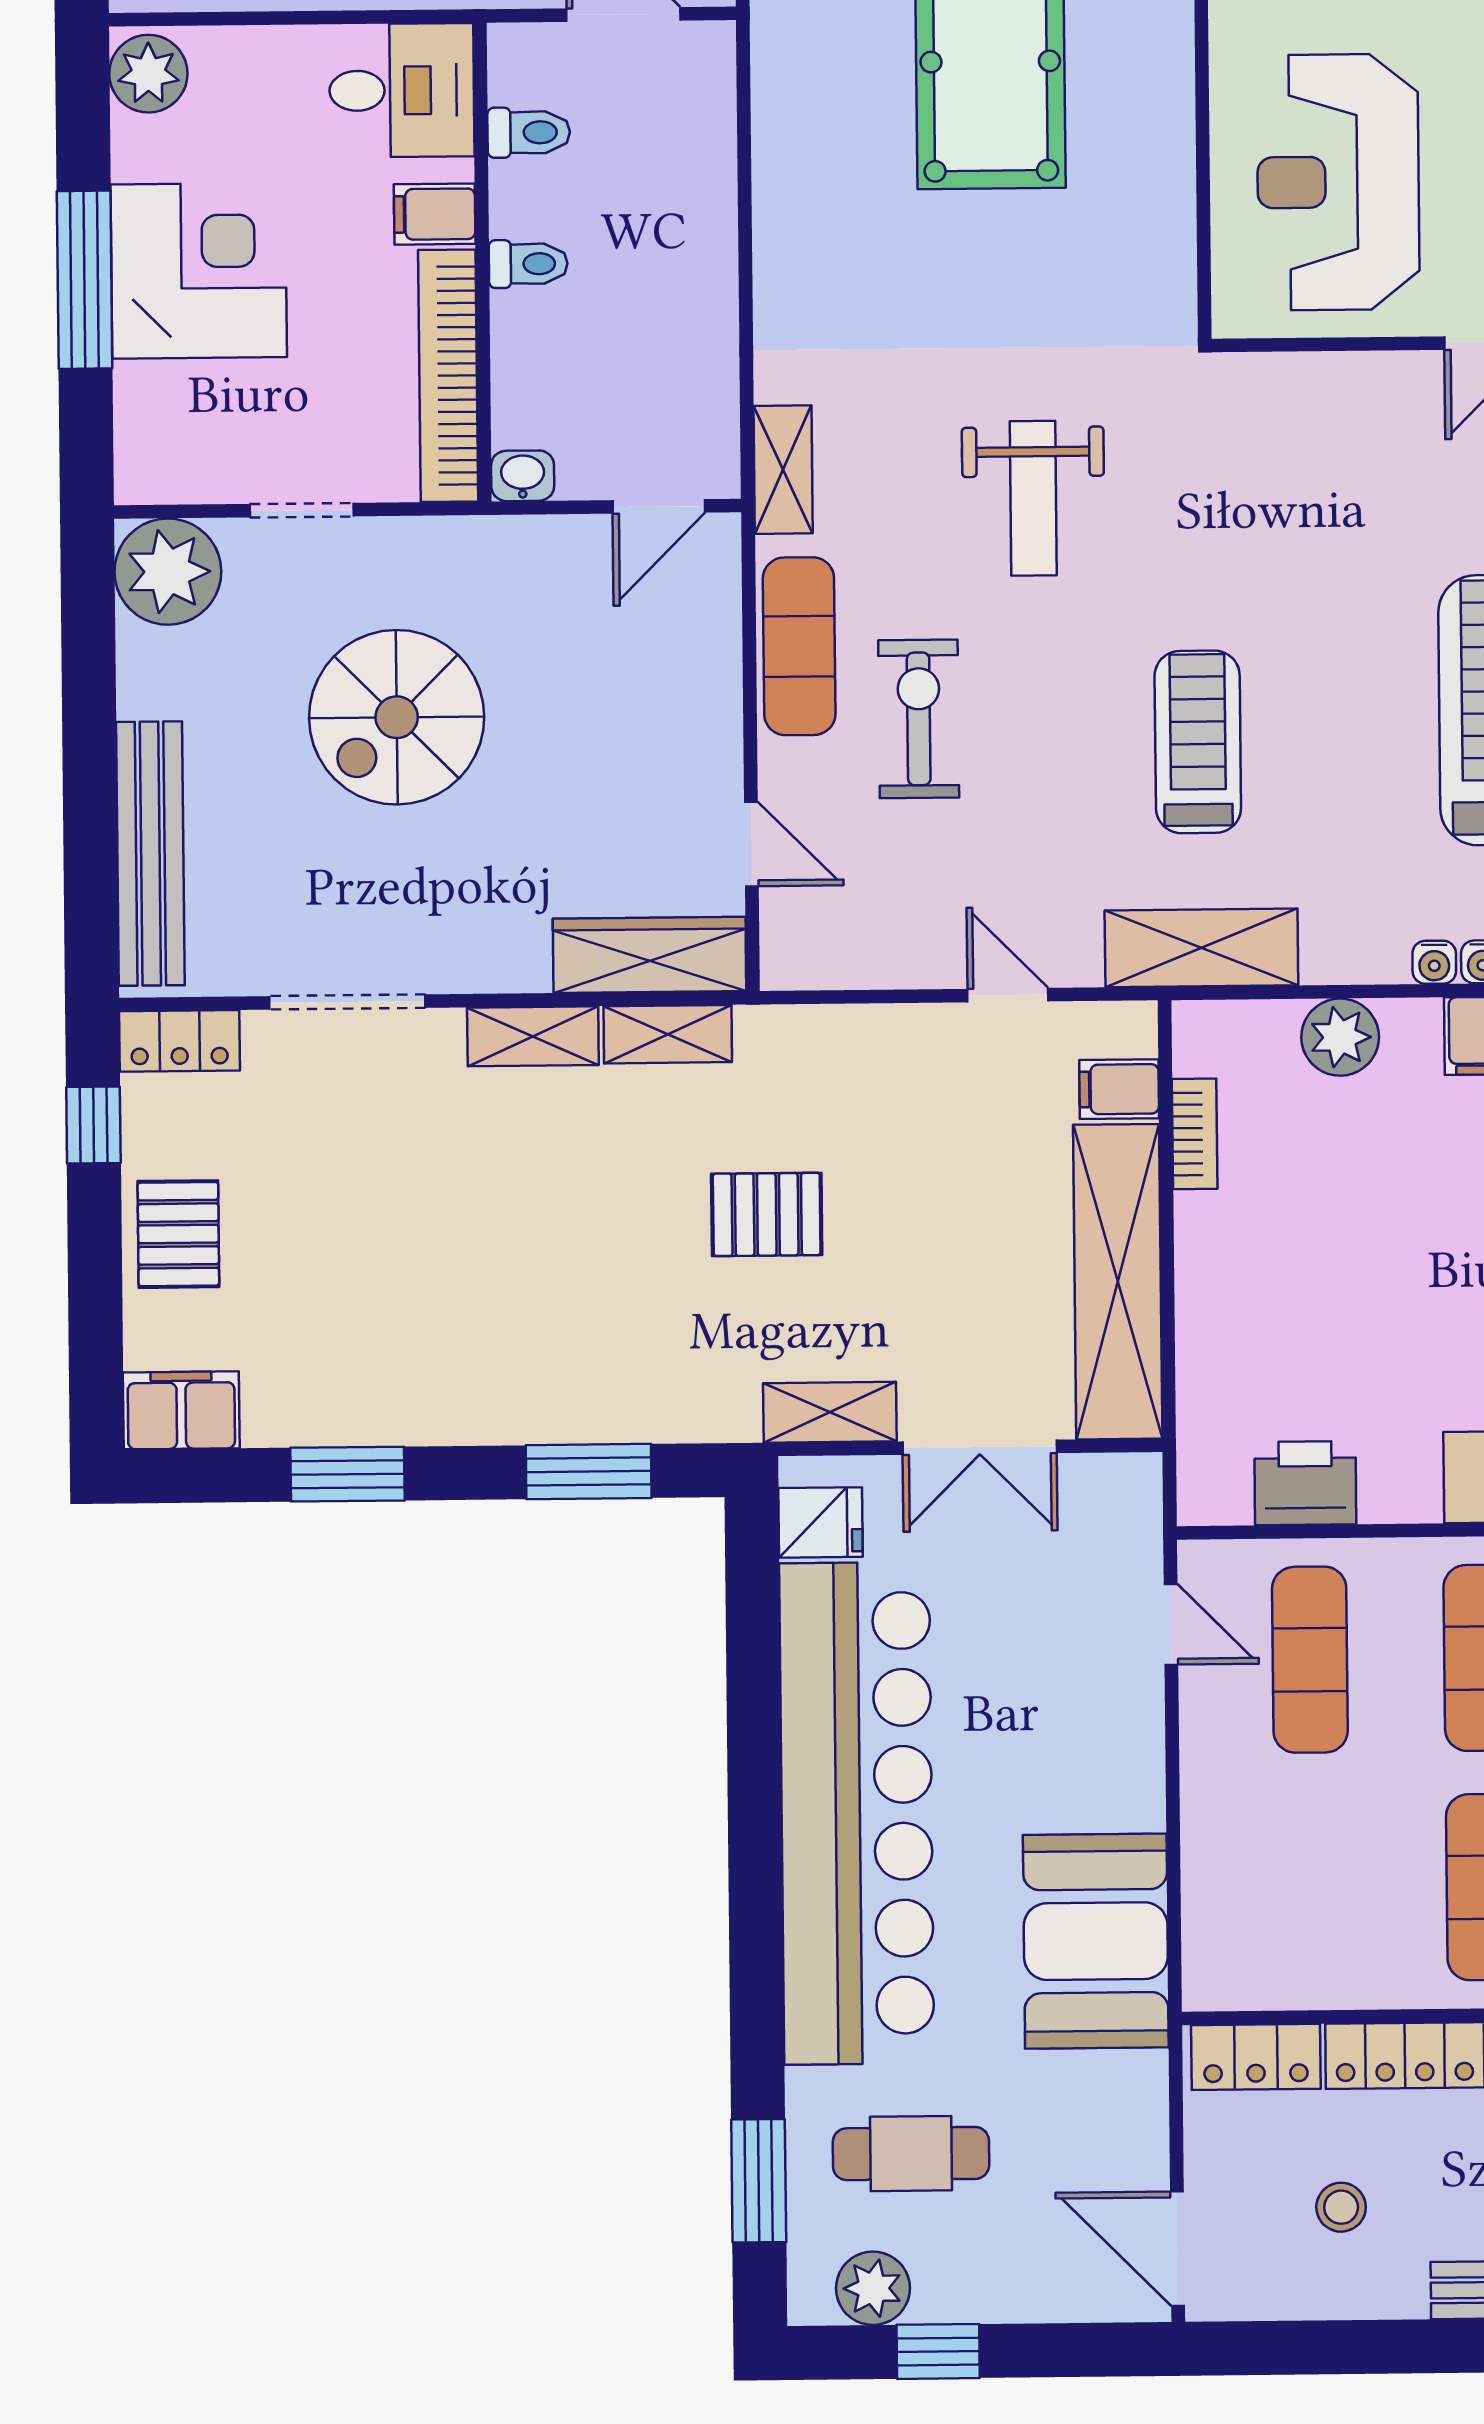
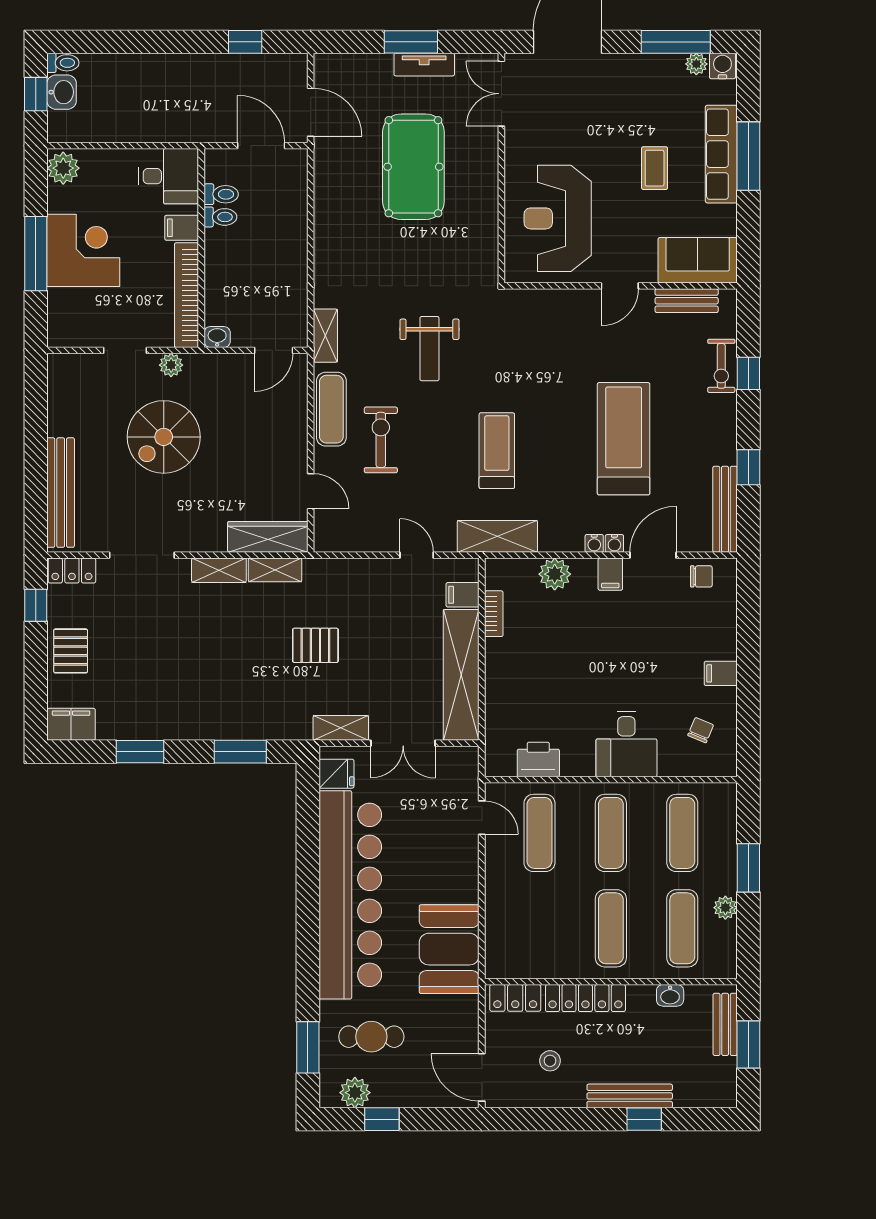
toilet: (528, 264) -> (220, 217), moved
plant: (168, 572) -> (171, 365), moved, width x0.53, depth x0.53

